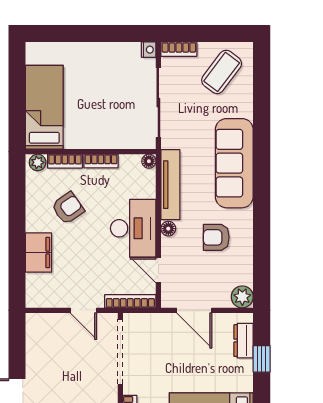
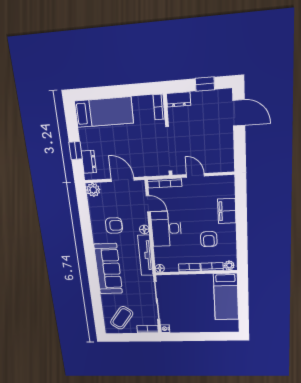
armchair: (68, 208) -> (209, 239), turned -55

